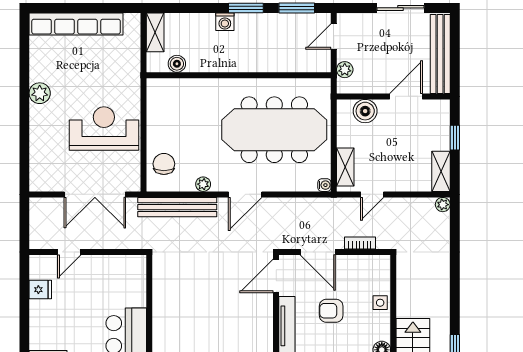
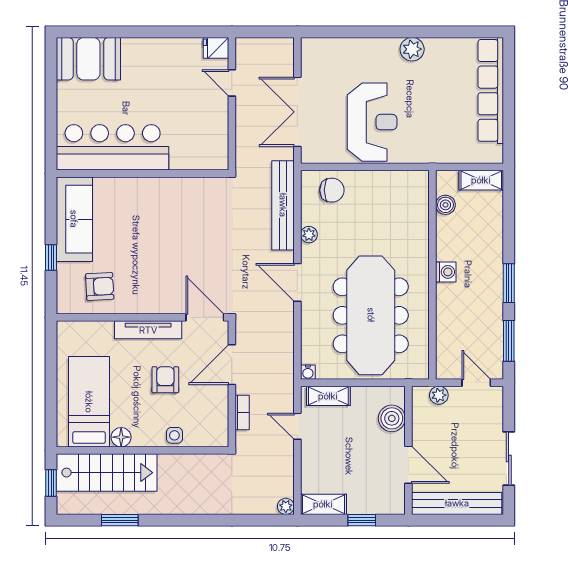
washing machine: (225, 22) -> (446, 272), moved, turned 180
fridge: (40, 290) -> (216, 48), moved, turned 90

